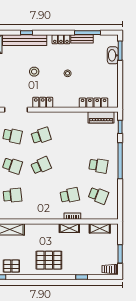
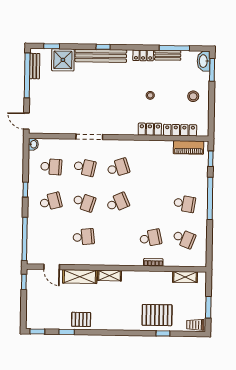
washbasin: (113, 55) -> (204, 61), moved
stool: (34, 72) -> (193, 96), moved
locker: (43, 102) -> (150, 129), moved
shelving: (69, 228) -> (110, 276), moved
pallet: (49, 260) -> (157, 315), moved

